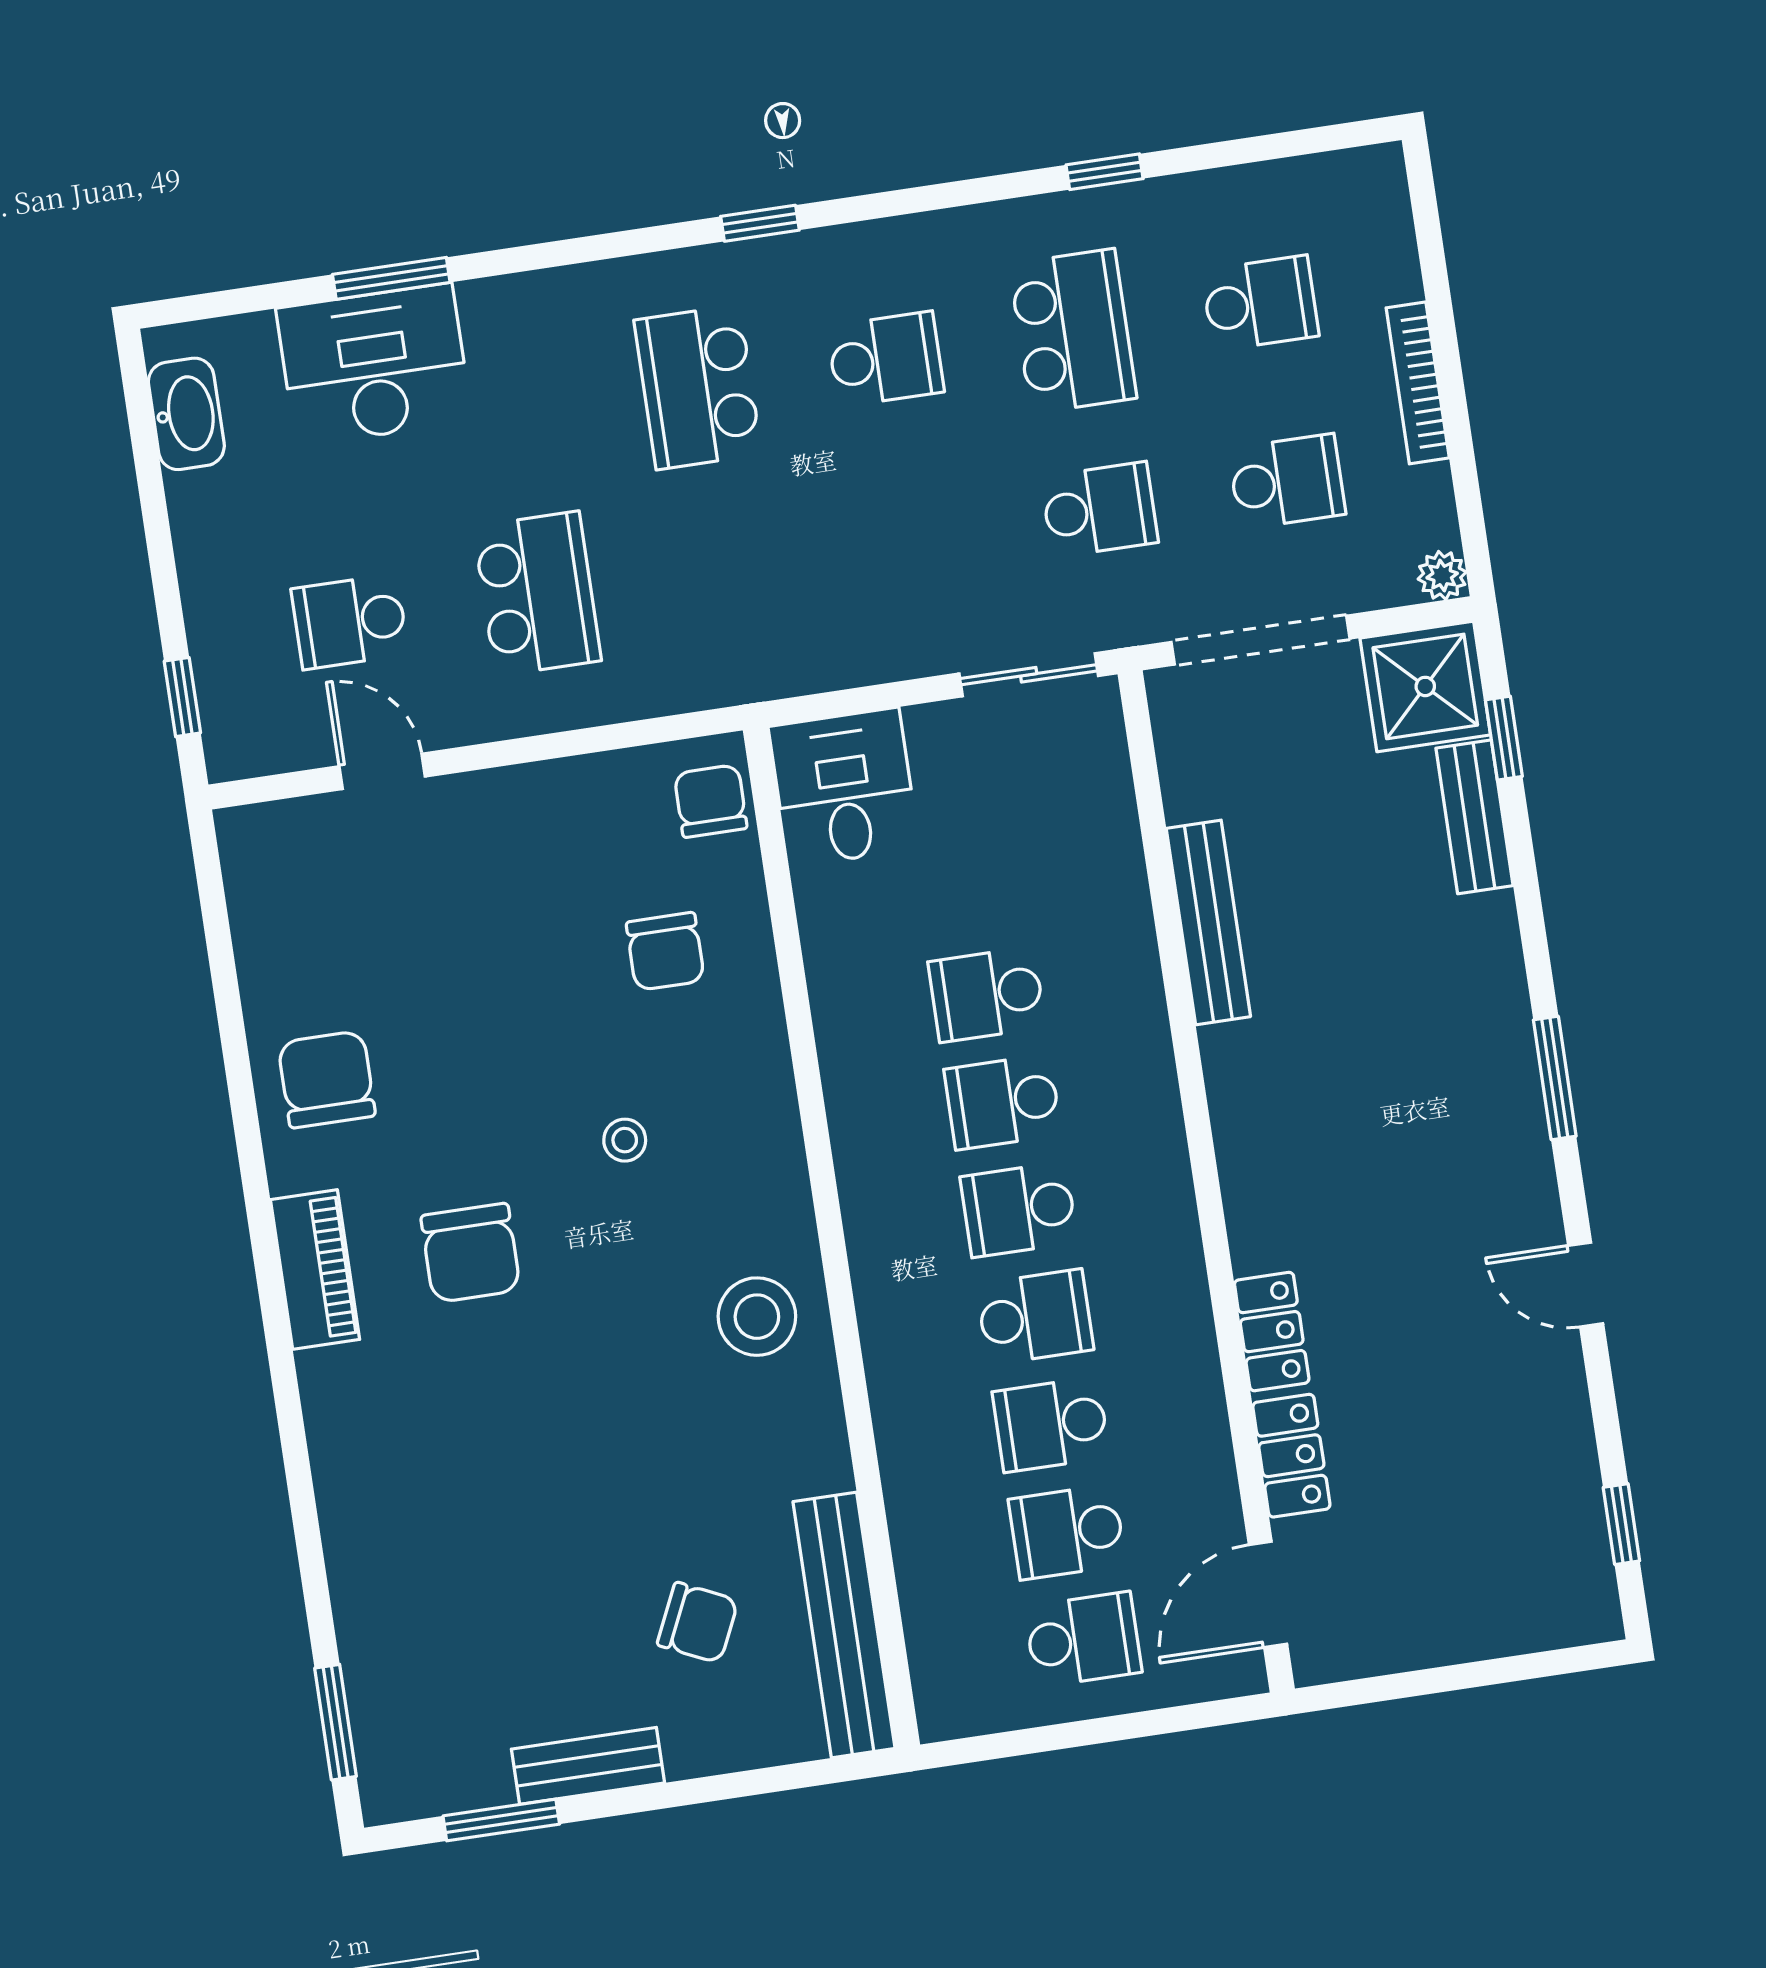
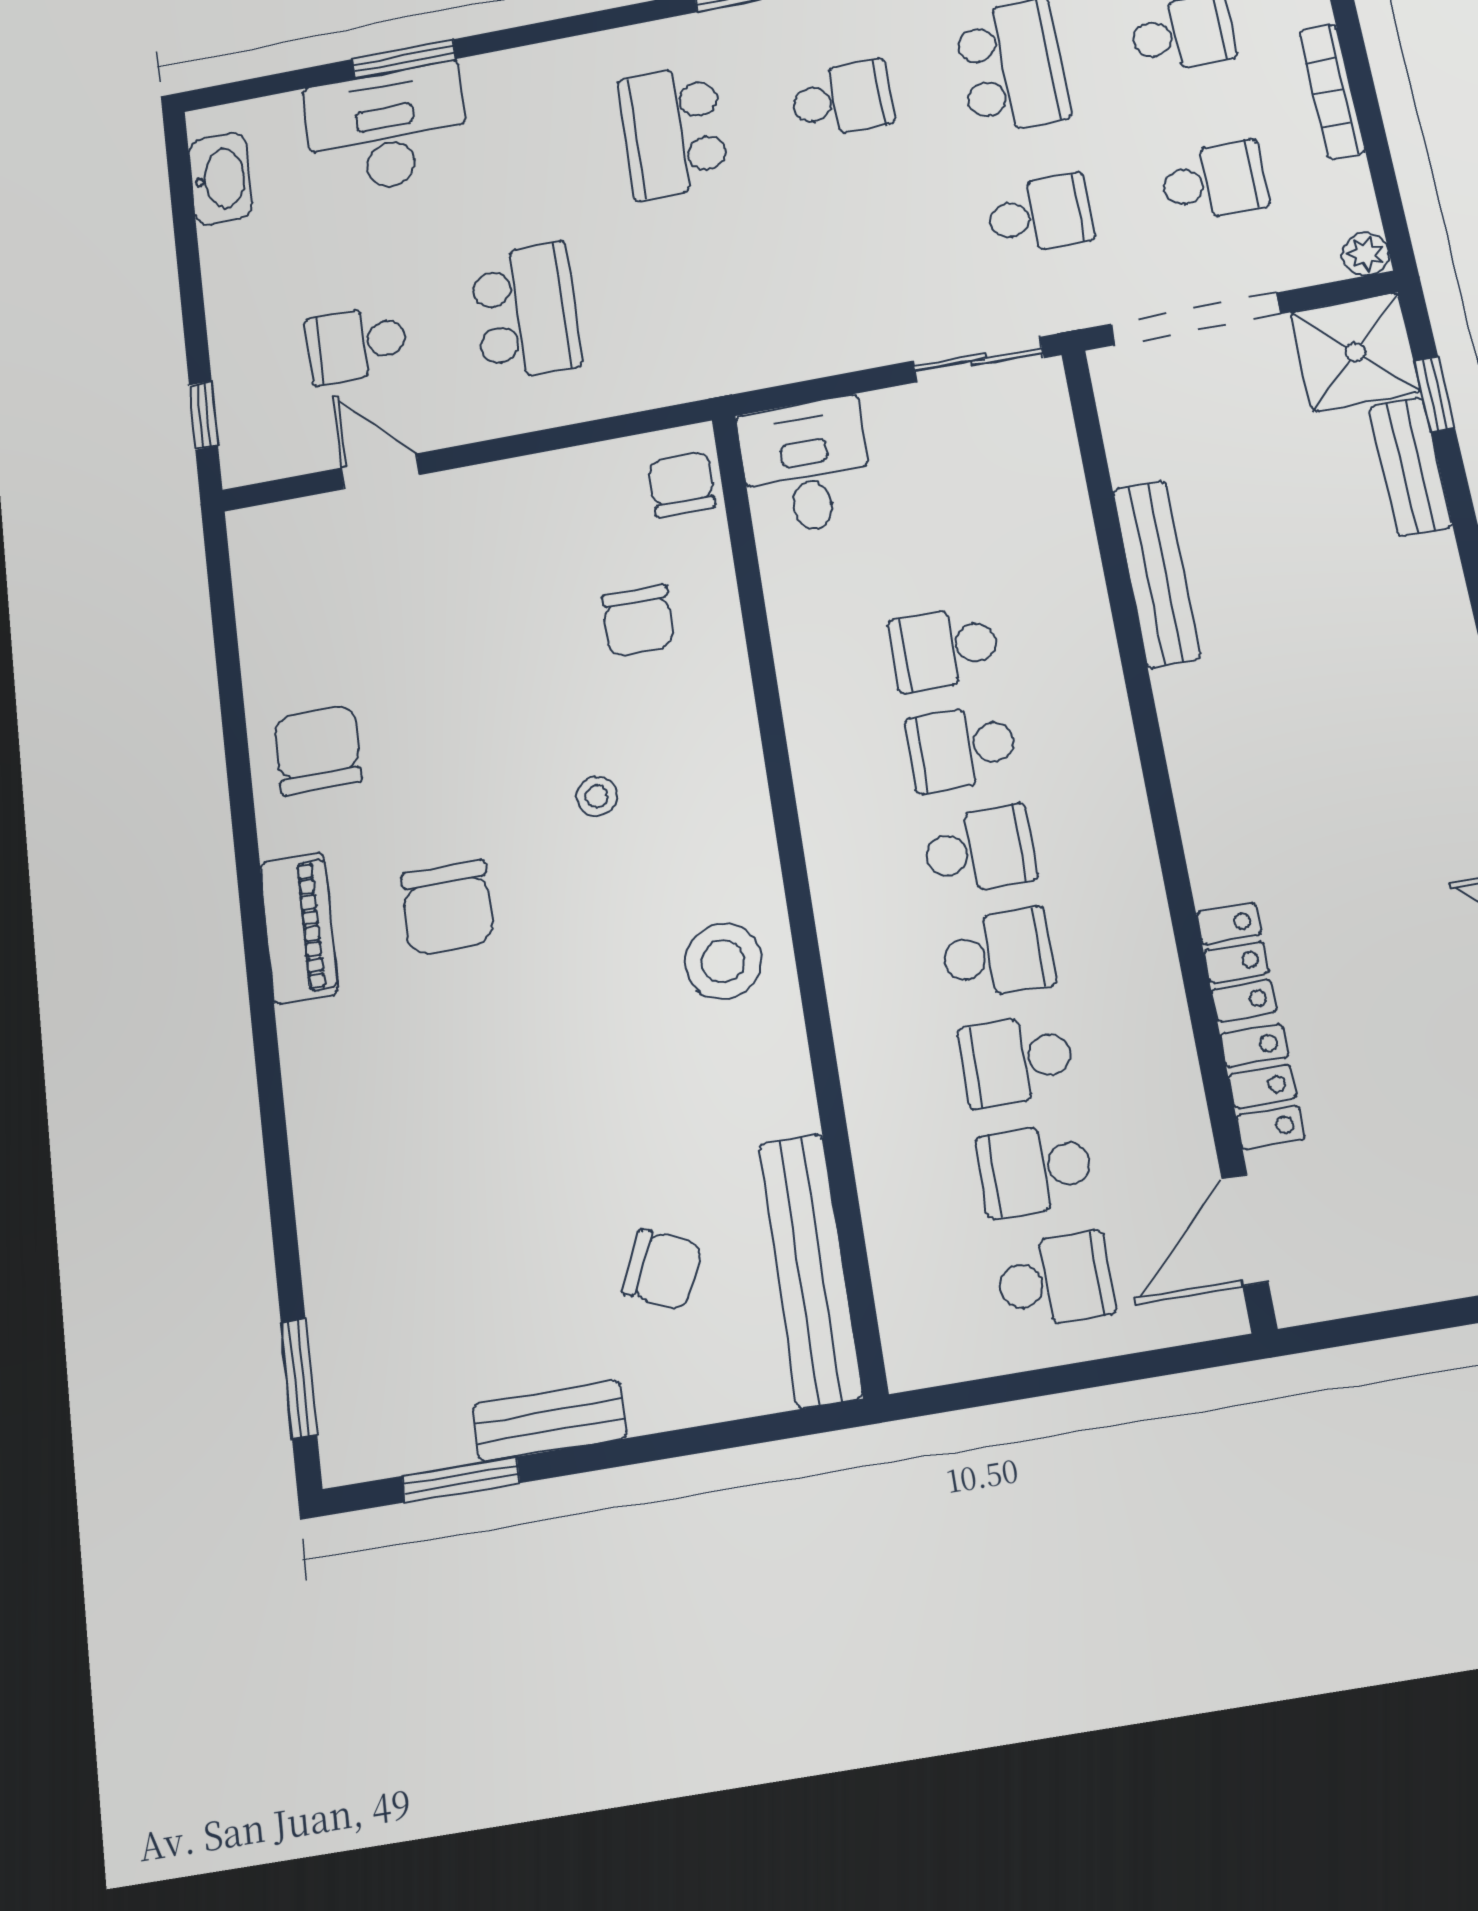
school desk: (1019, 1209) -> (979, 850), turned 180

